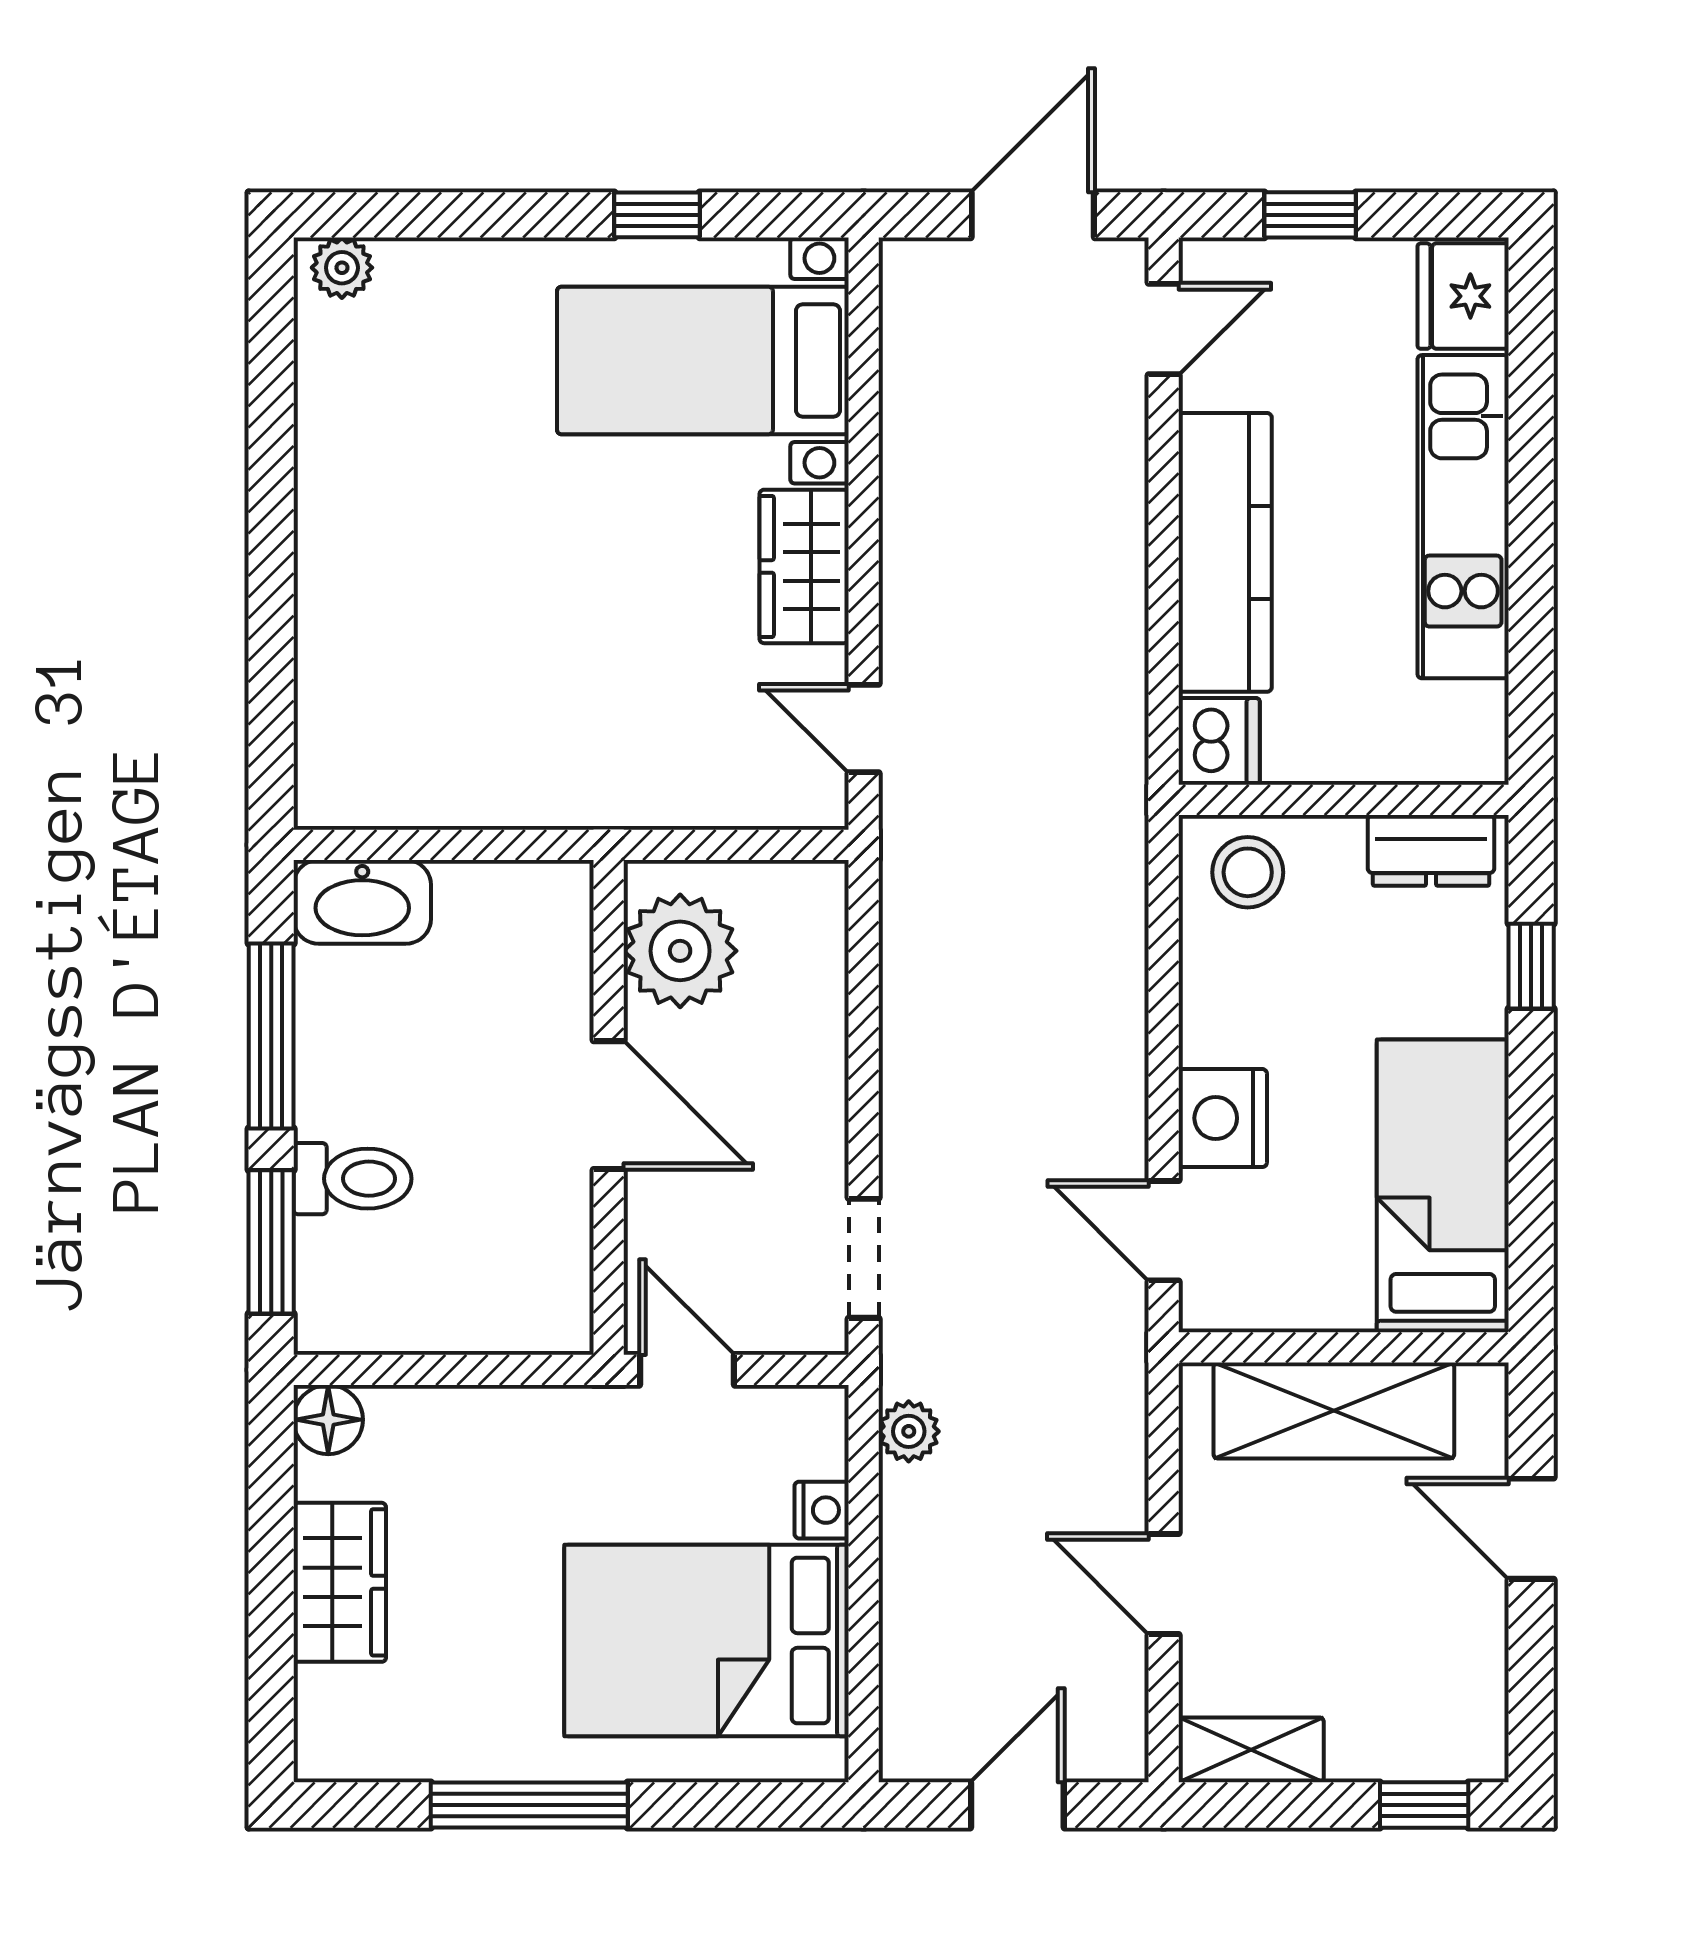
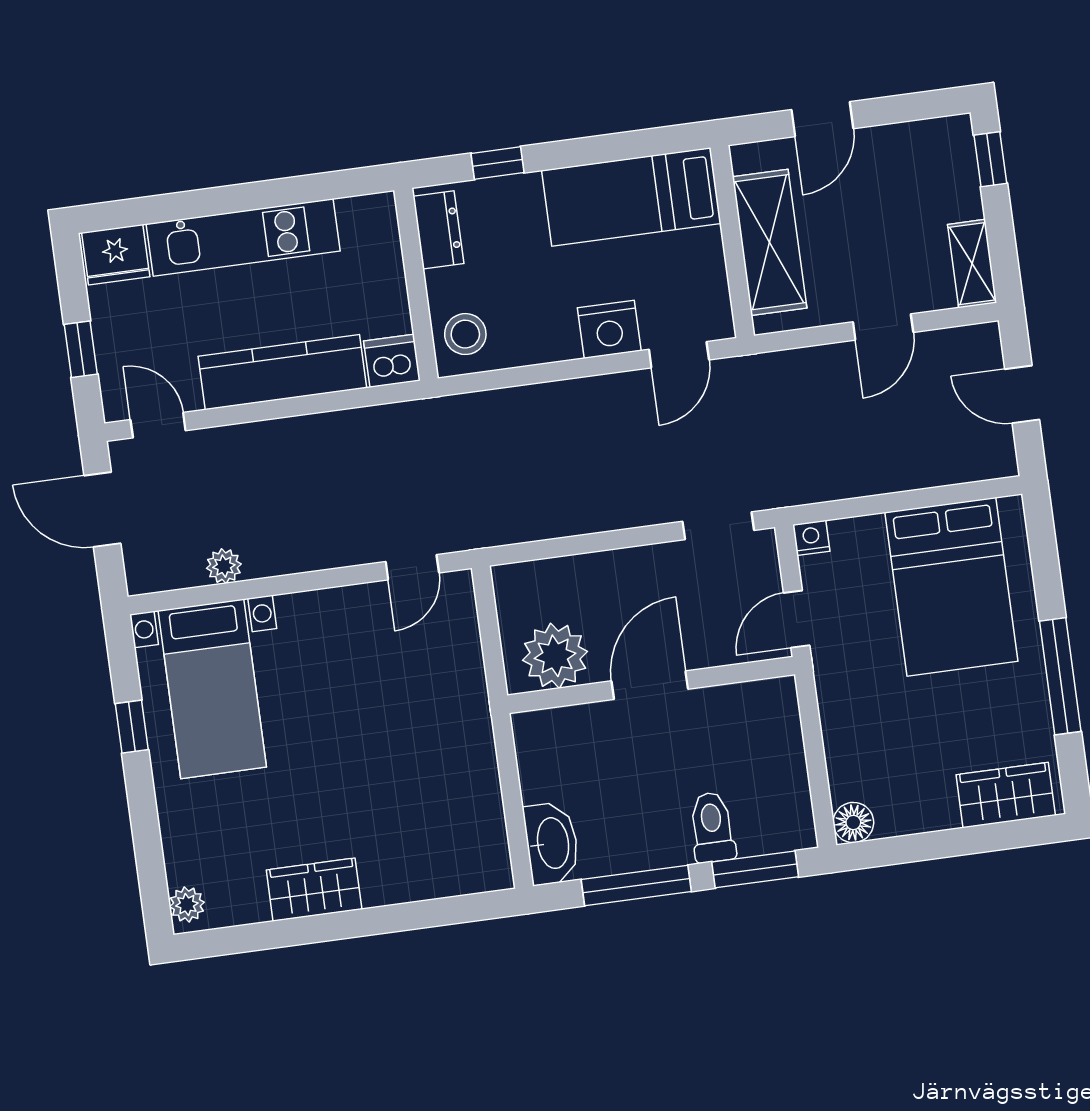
wardrobe: (804, 566) -> (314, 890), moved, turned 180
plant: (909, 1431) -> (224, 566), moved
nightstand: (822, 1510) -> (811, 538), moved
wardrobe: (340, 1582) -> (1006, 795), moved

